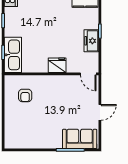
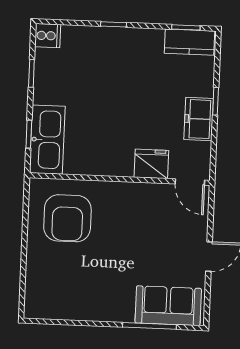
fridge: (57, 65) -> (151, 164), moved
armchair: (25, 95) -> (67, 218), width x1.88, depth x1.88

